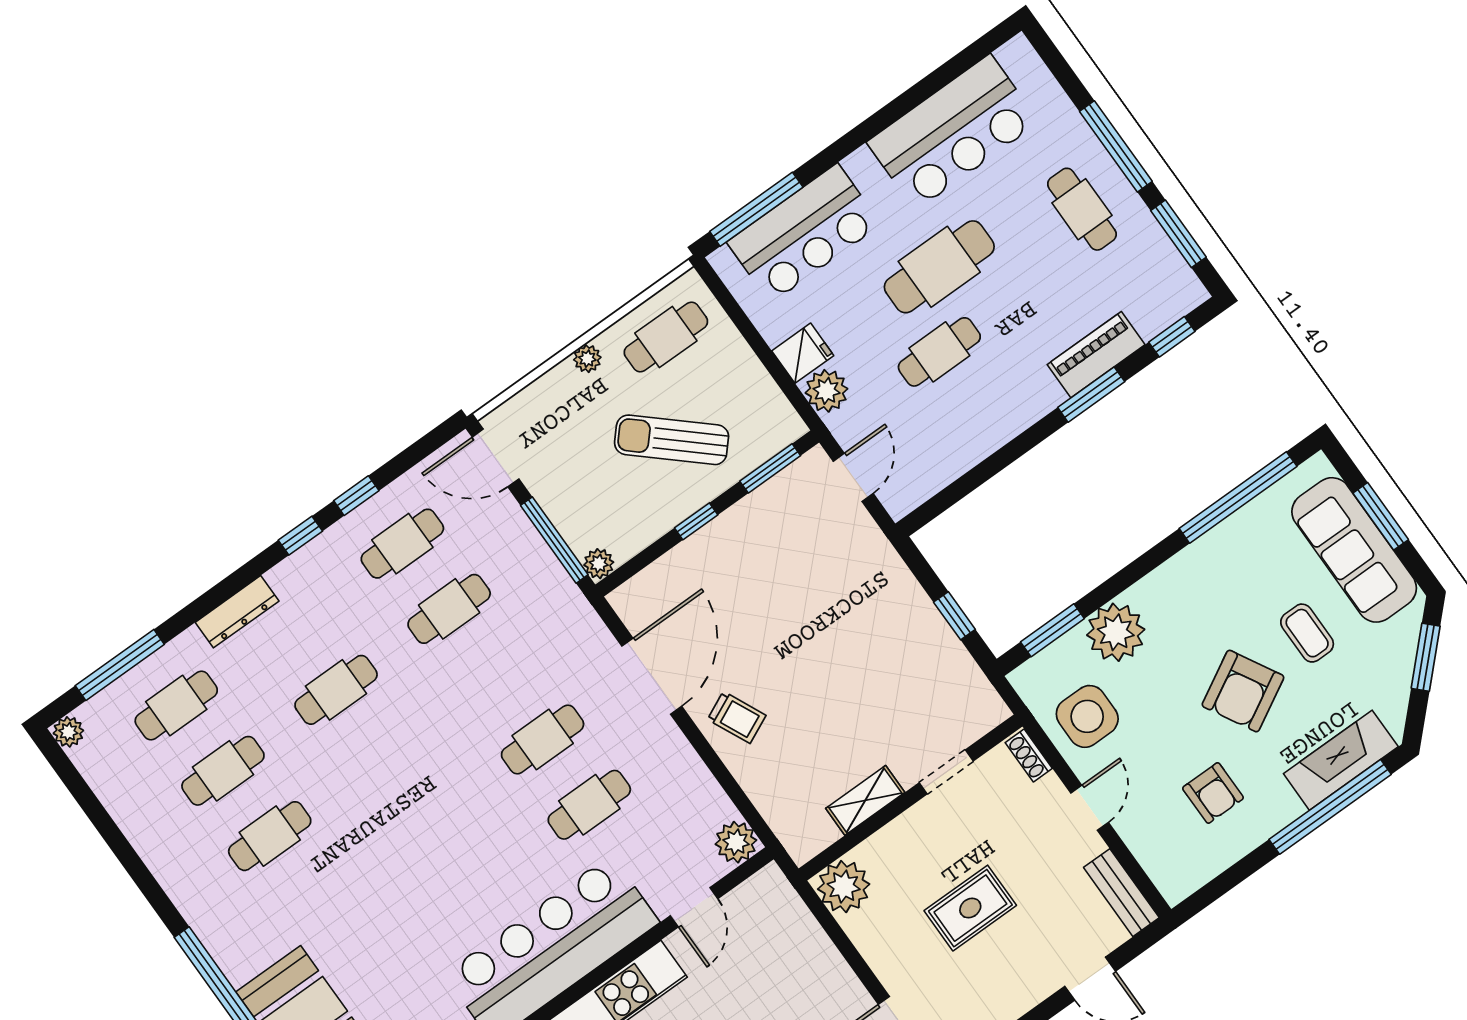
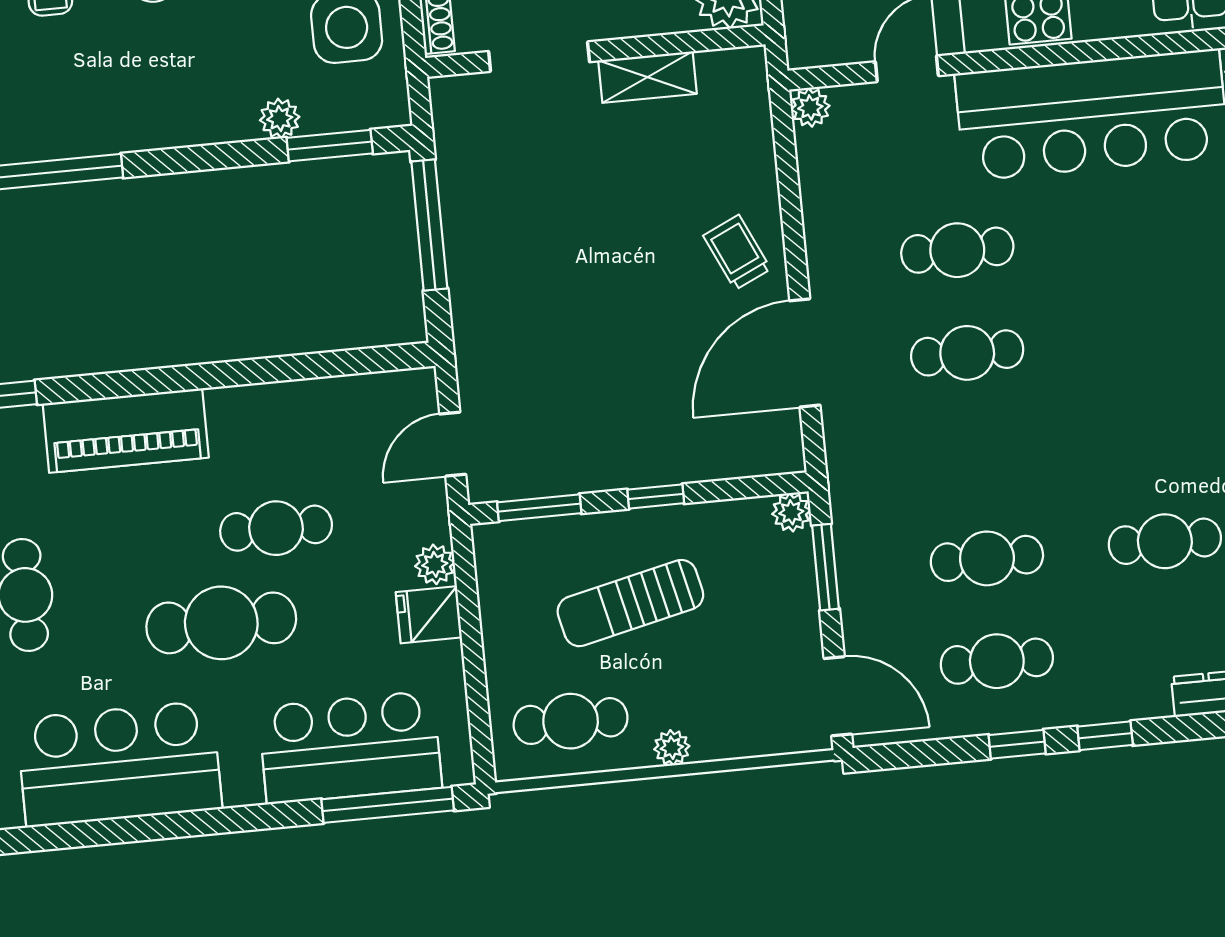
piano: (1096, 355) -> (126, 431), width x1.37, depth x1.33
plant: (827, 391) -> (435, 564), width x0.73, depth x0.73
window: (1091, 395) -> (135, 383), removed
sun lounger: (672, 440) -> (630, 603), turned 125
window: (554, 540) -> (825, 567), width x0.69
window: (954, 616) -> (429, 225), width x2.17
plant: (1116, 632) -> (280, 118), width x0.53, depth x0.53
doorway: (946, 772) -> (539, 57), width x1.38
plant: (736, 842) -> (810, 107), width x0.73, depth x0.73

